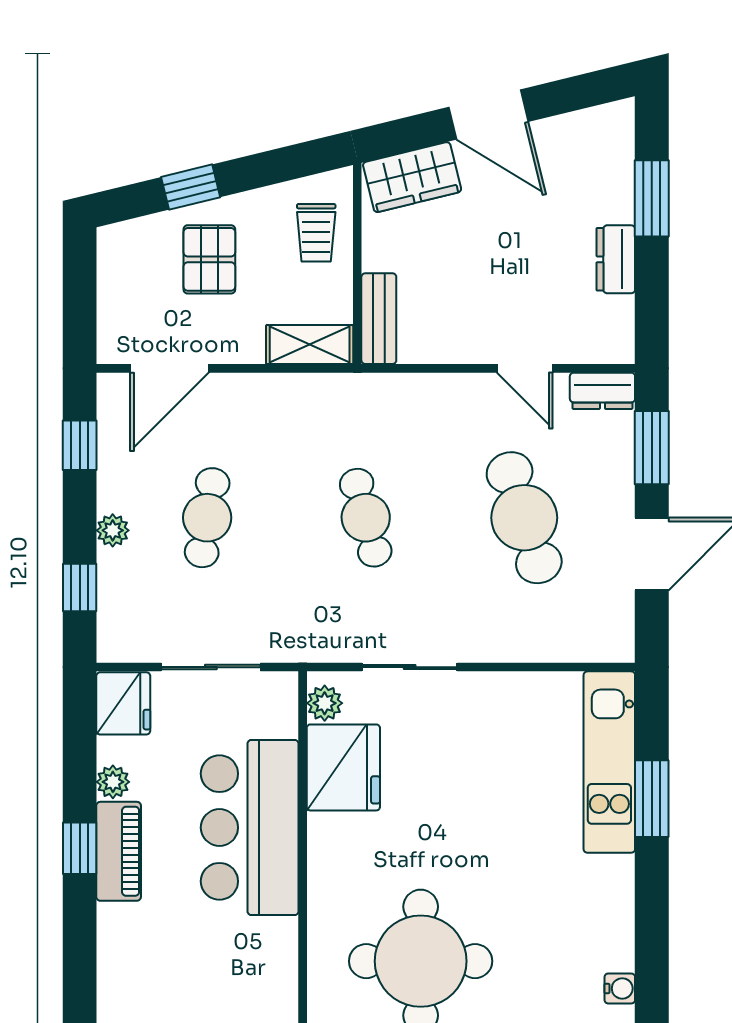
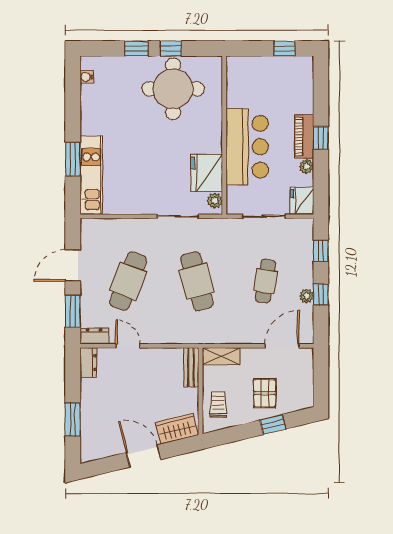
dresser: (616, 259) -> (88, 363), moved
window: (80, 445) -> (321, 295), moved
cafe table: (366, 518) -> (197, 281), width x1.37, depth x1.35
cafe table: (524, 518) -> (128, 281), turned 39
plant: (113, 530) -> (307, 296), moved

